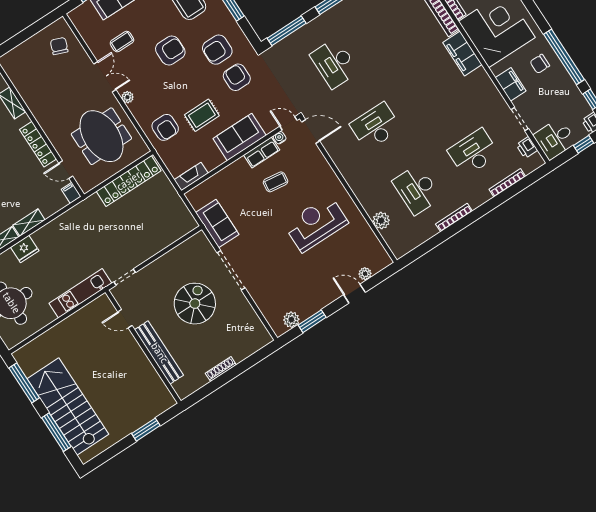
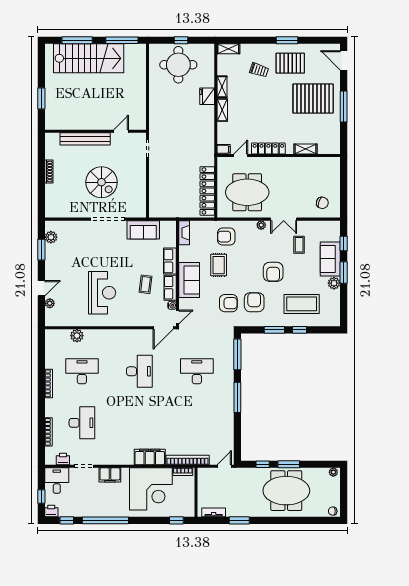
chair: (540, 64) -> (111, 502), removed
row of seats: (232, 172) -> (170, 261), added
kitchen unit: (80, 293) -> (156, 113), removed

